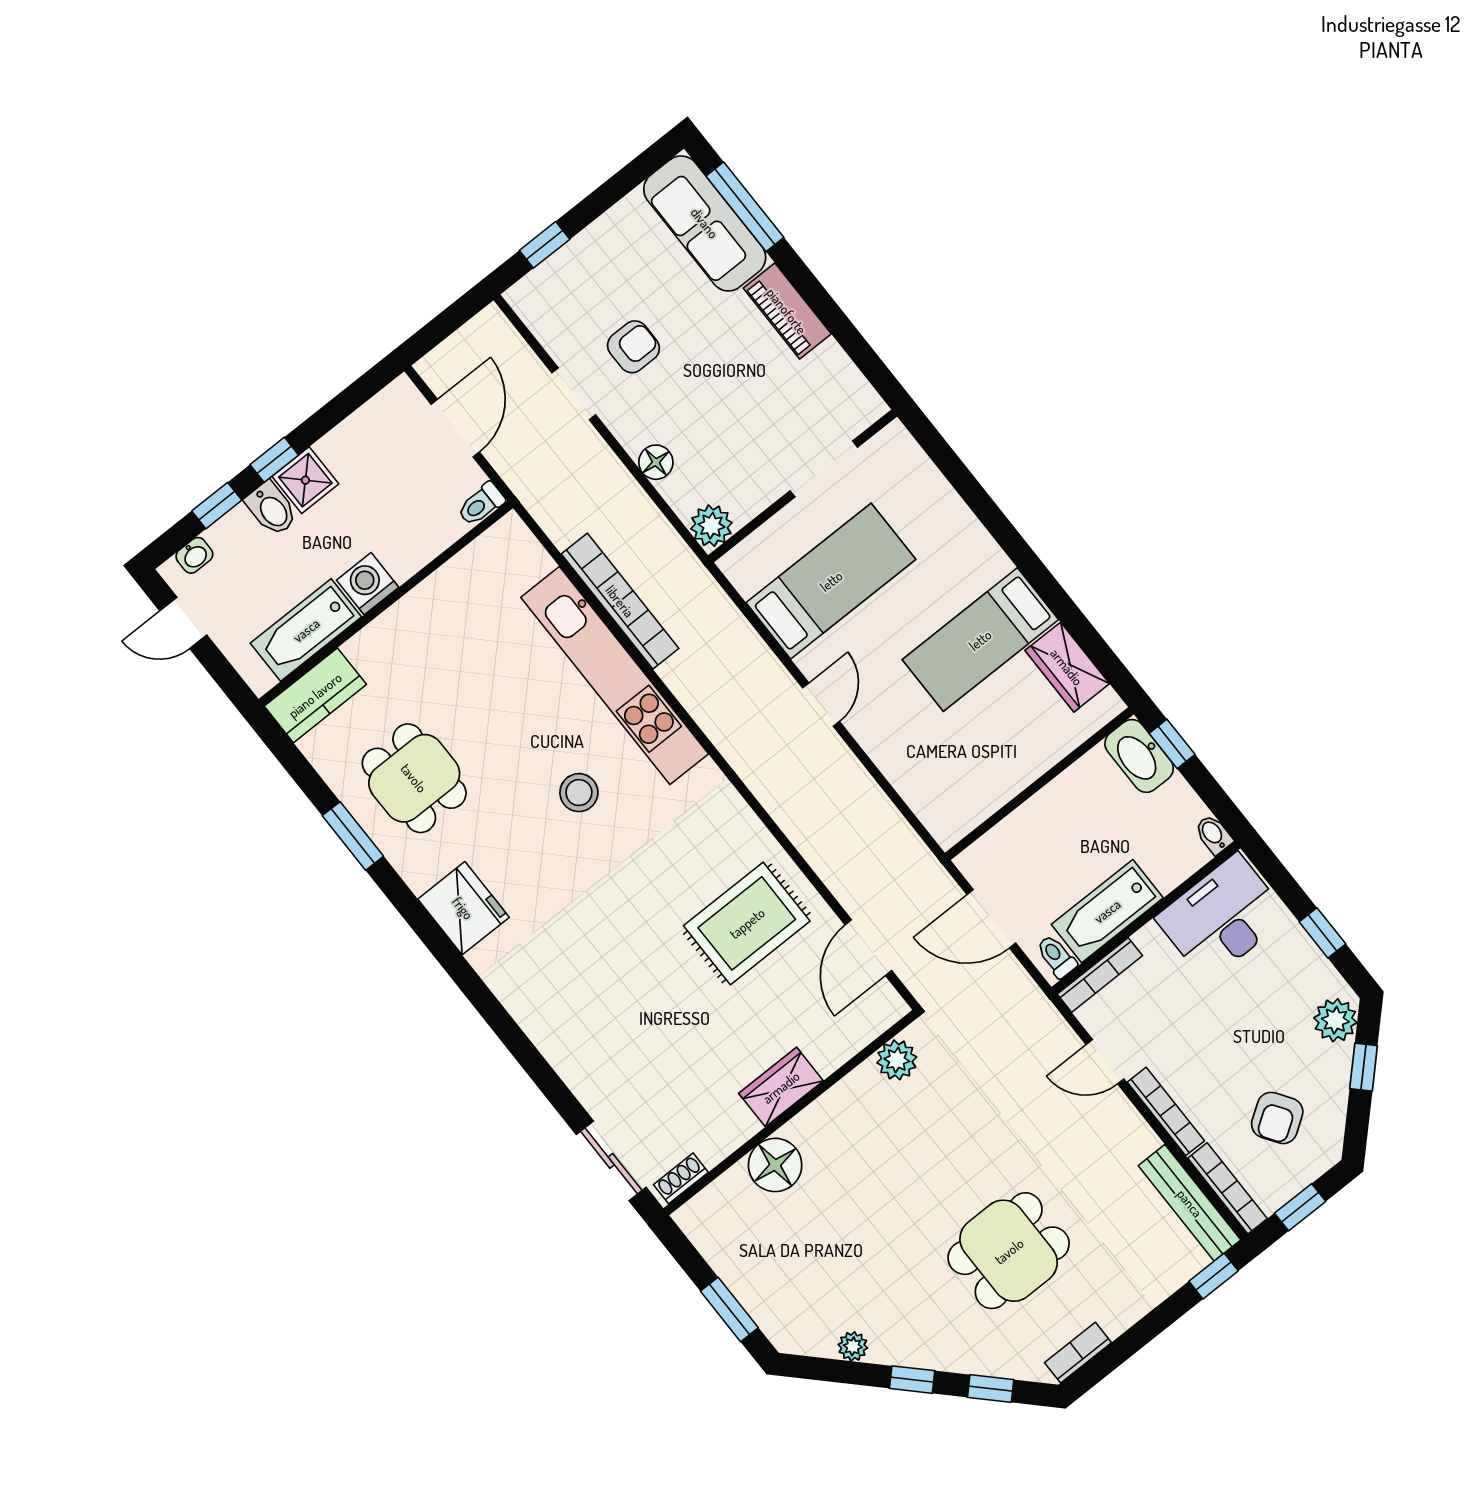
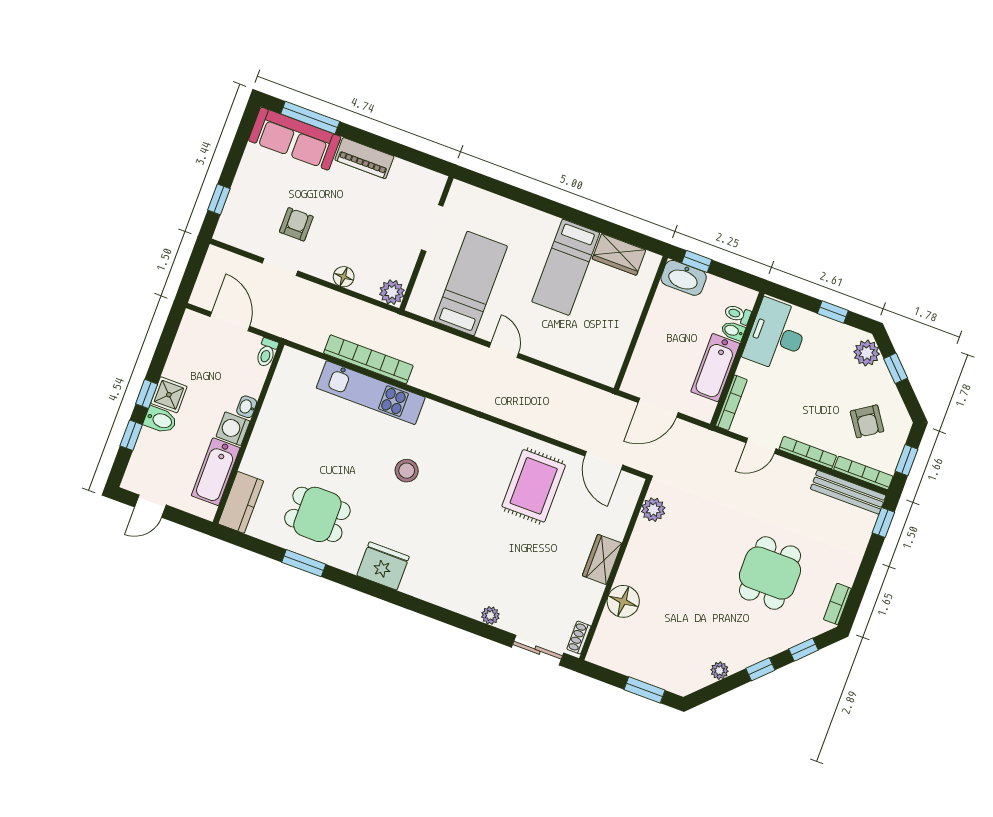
washbasin: (194, 555) -> (247, 407), moved, turned 180
kitchen unit: (615, 676) -> (371, 393), width x0.73
bidet: (1214, 834) -> (733, 331), moved
toilet: (1056, 956) -> (738, 314), moved
plant: (574, 1071) -> (490, 615), added

